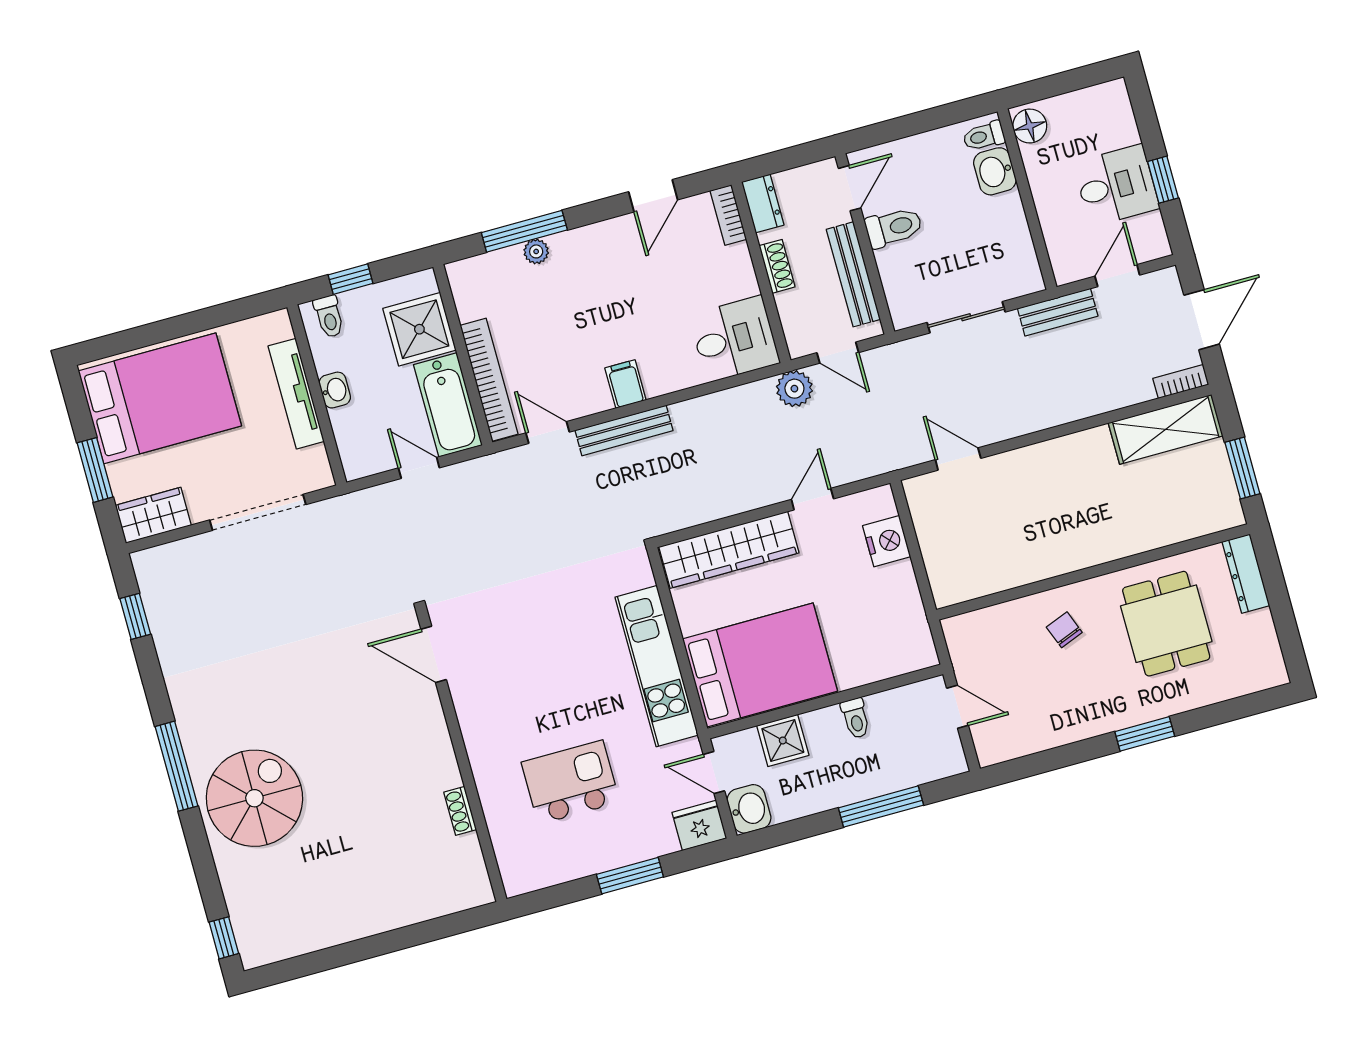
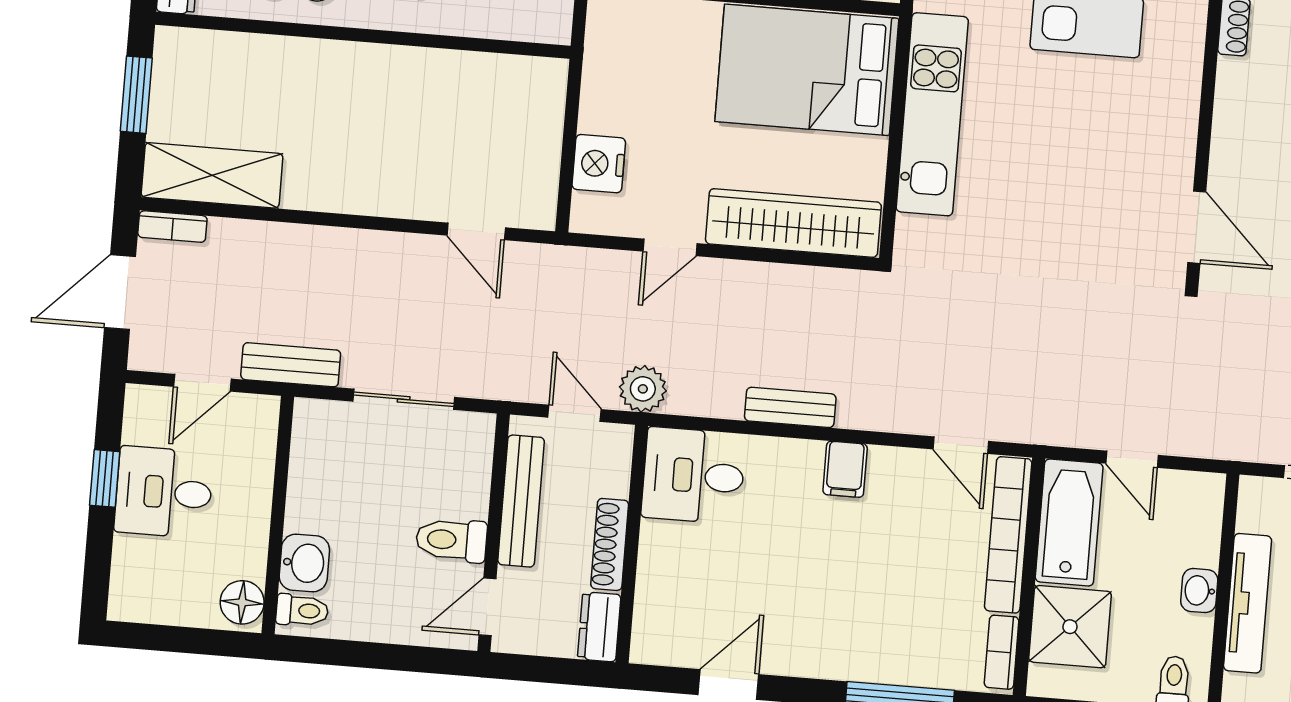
bookcase: (728, 215) -> (1002, 652), moved, turned 180
plant: (536, 251) -> (894, 669), removed
shoe rack: (777, 266) -> (610, 544), width x1.43
bench: (624, 430) -> (790, 407), moved, width x0.73

